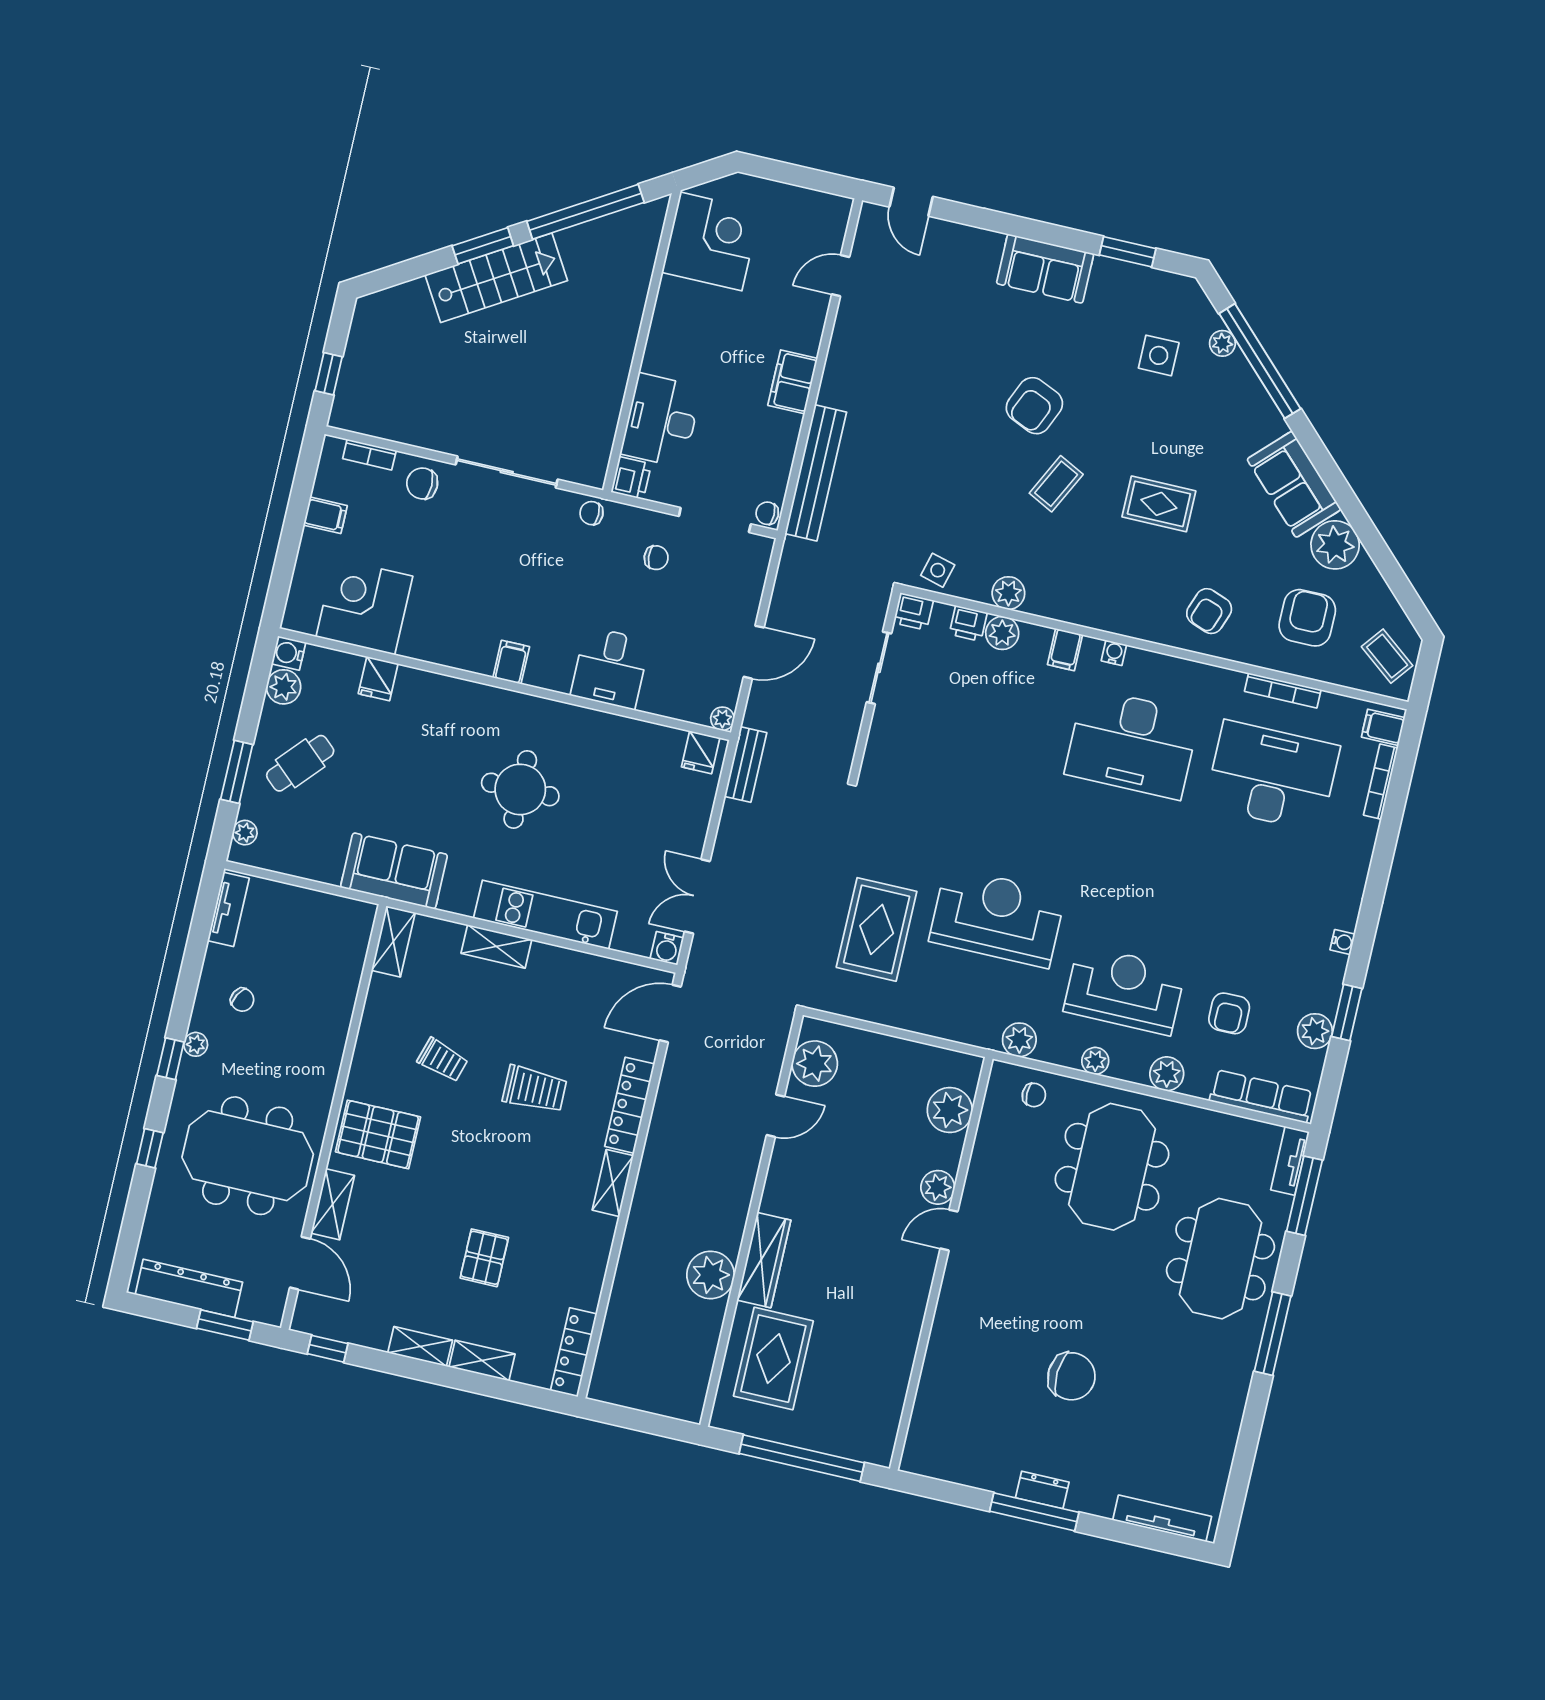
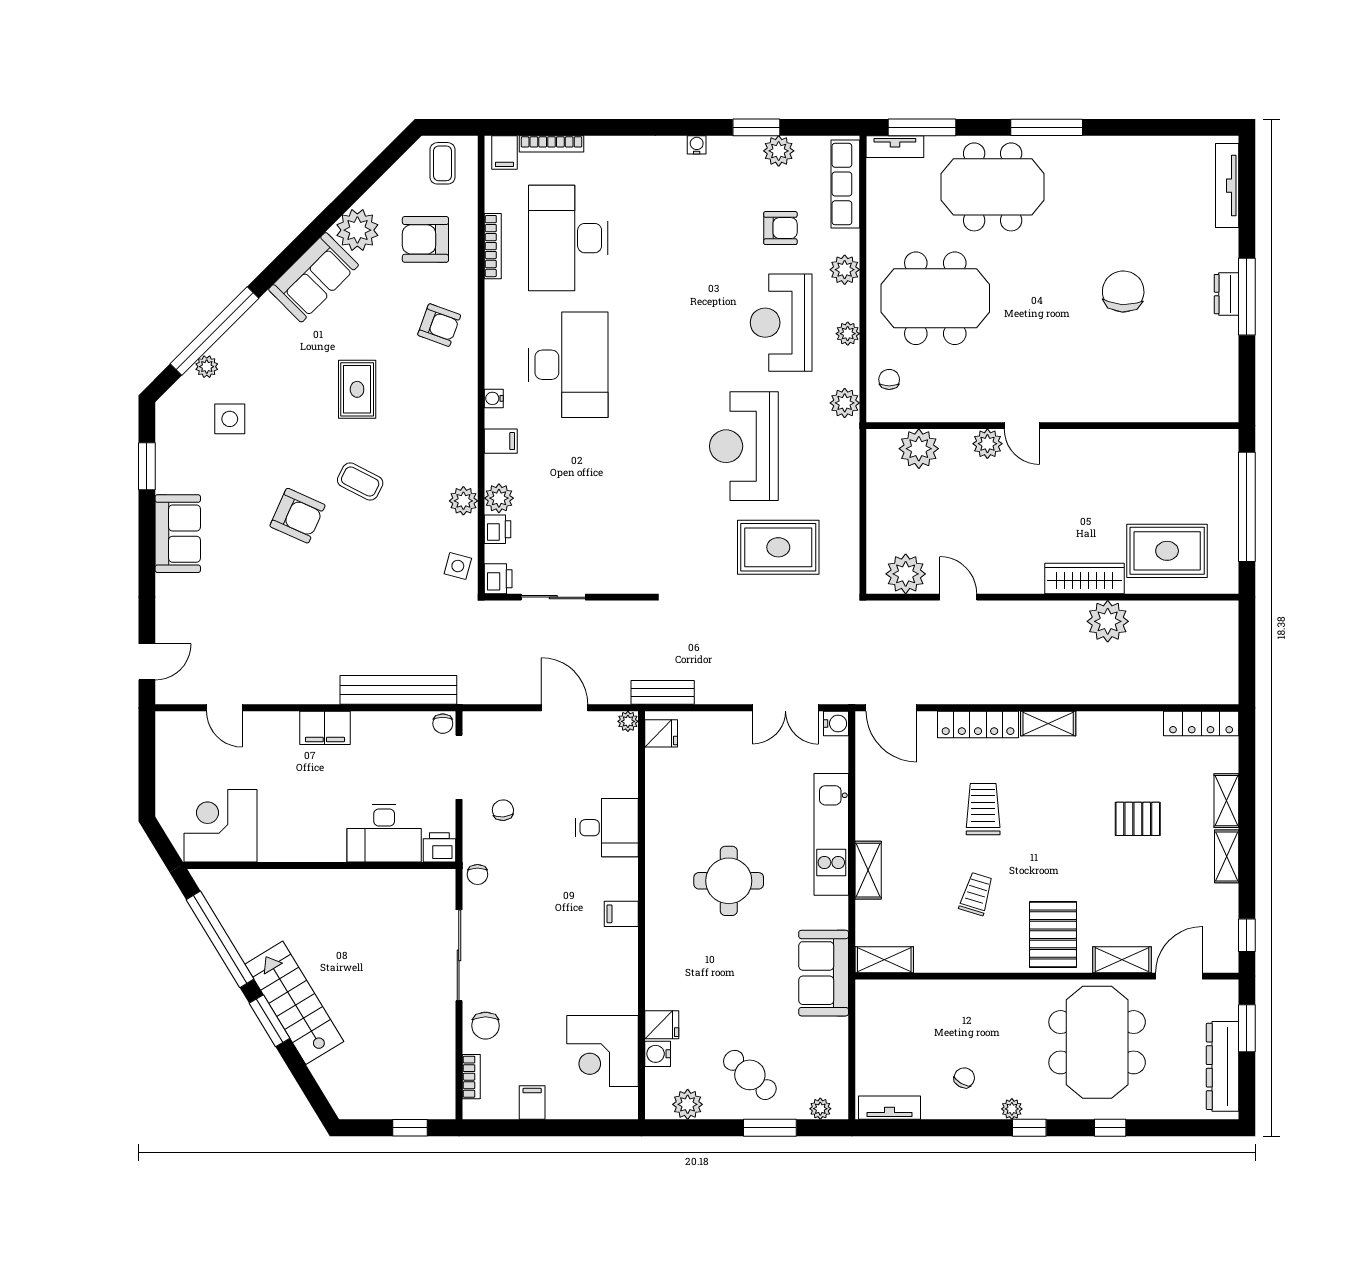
water cooler: (289, 653) -> (658, 1054), moved, turned 90
coffee table: (1387, 656) -> (443, 163), turned -38

